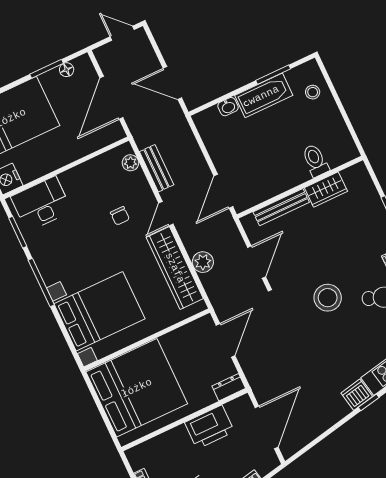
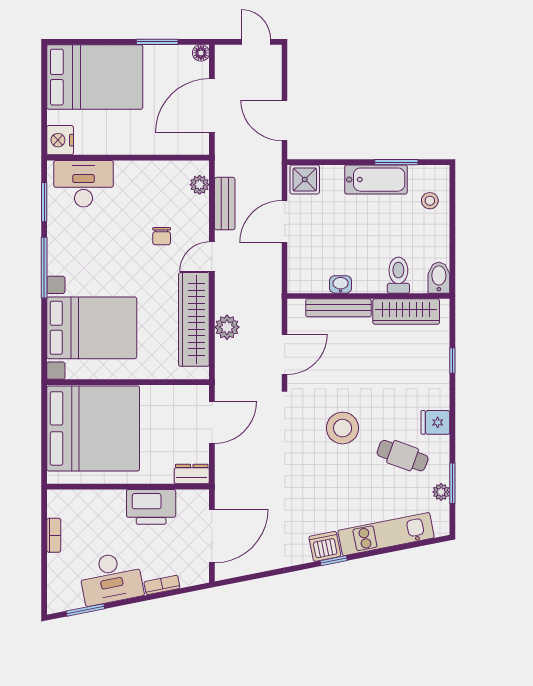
floor lamp: (67, 70) -> (201, 53), moved
washbasin: (228, 107) -> (341, 284), moved, turned 180
shower: (209, 121) -> (305, 179), added
bidet: (347, 148) -> (439, 278), added
wardrobe: (326, 190) -> (406, 312), width x1.50
door: (223, 191) -> (285, 222), moved

